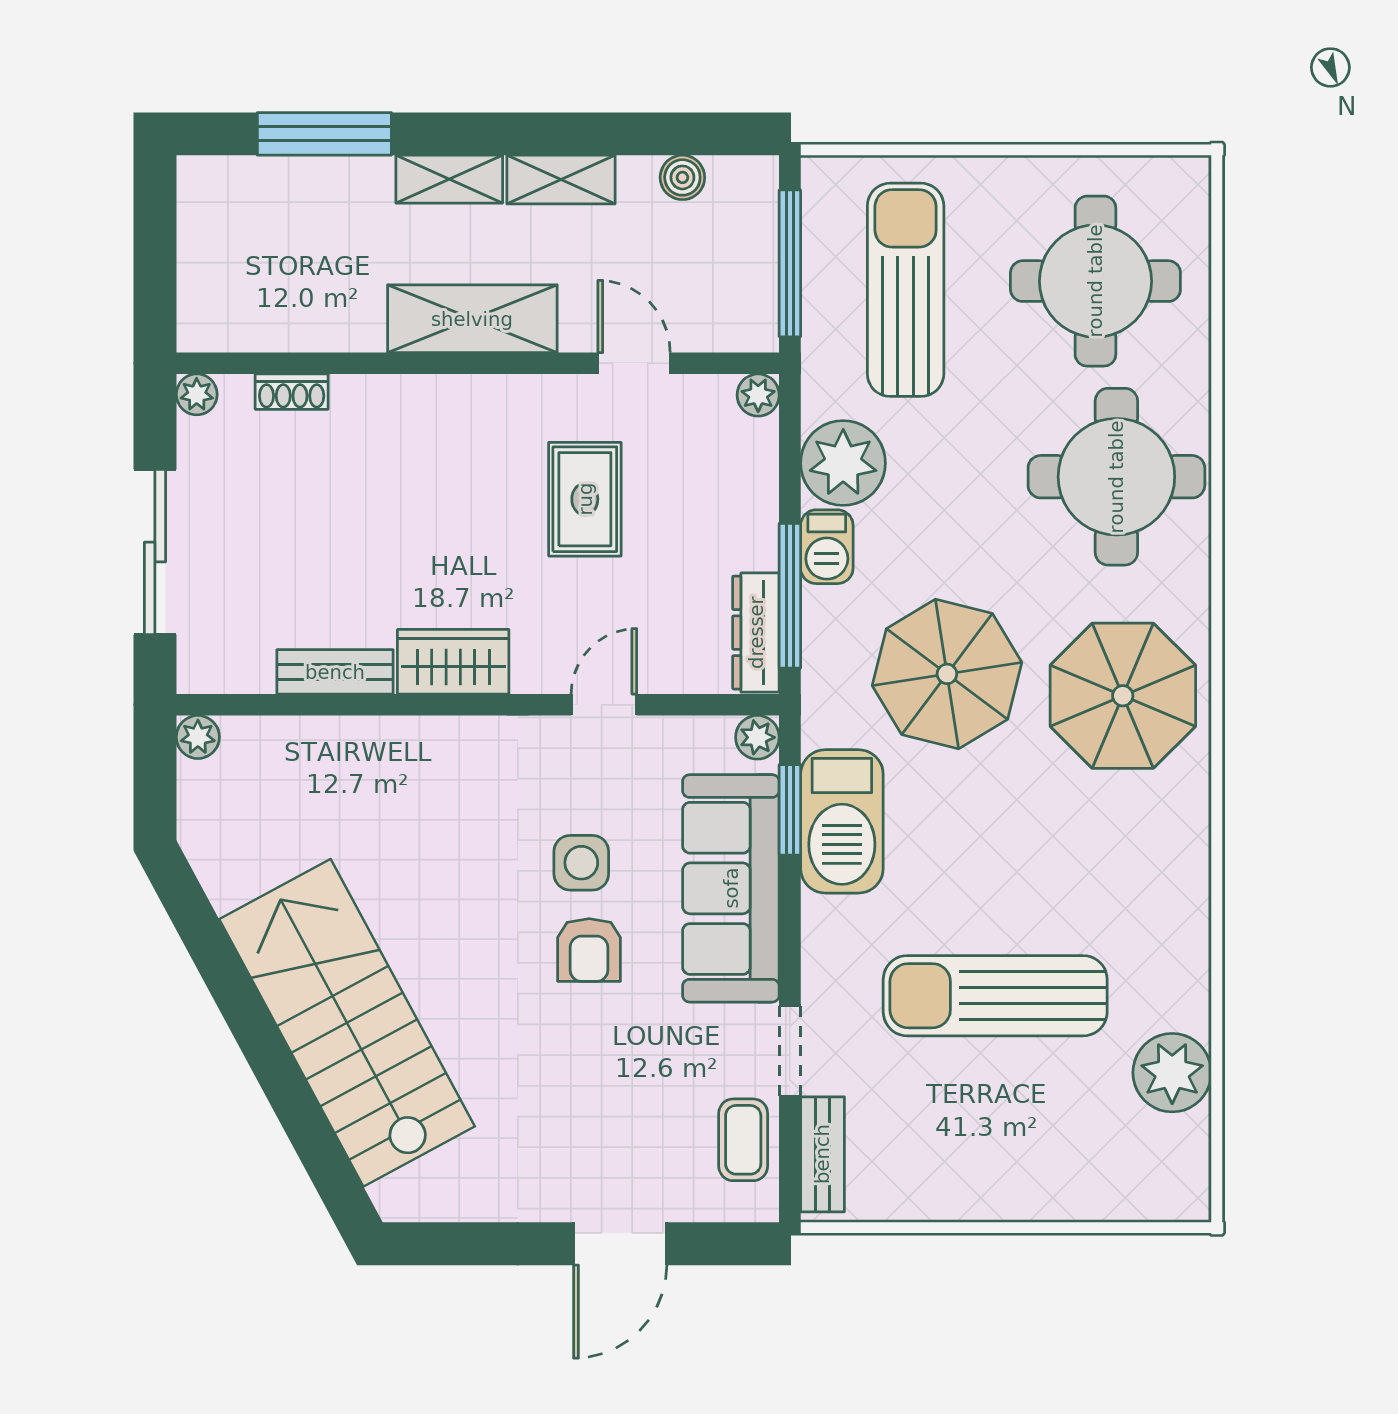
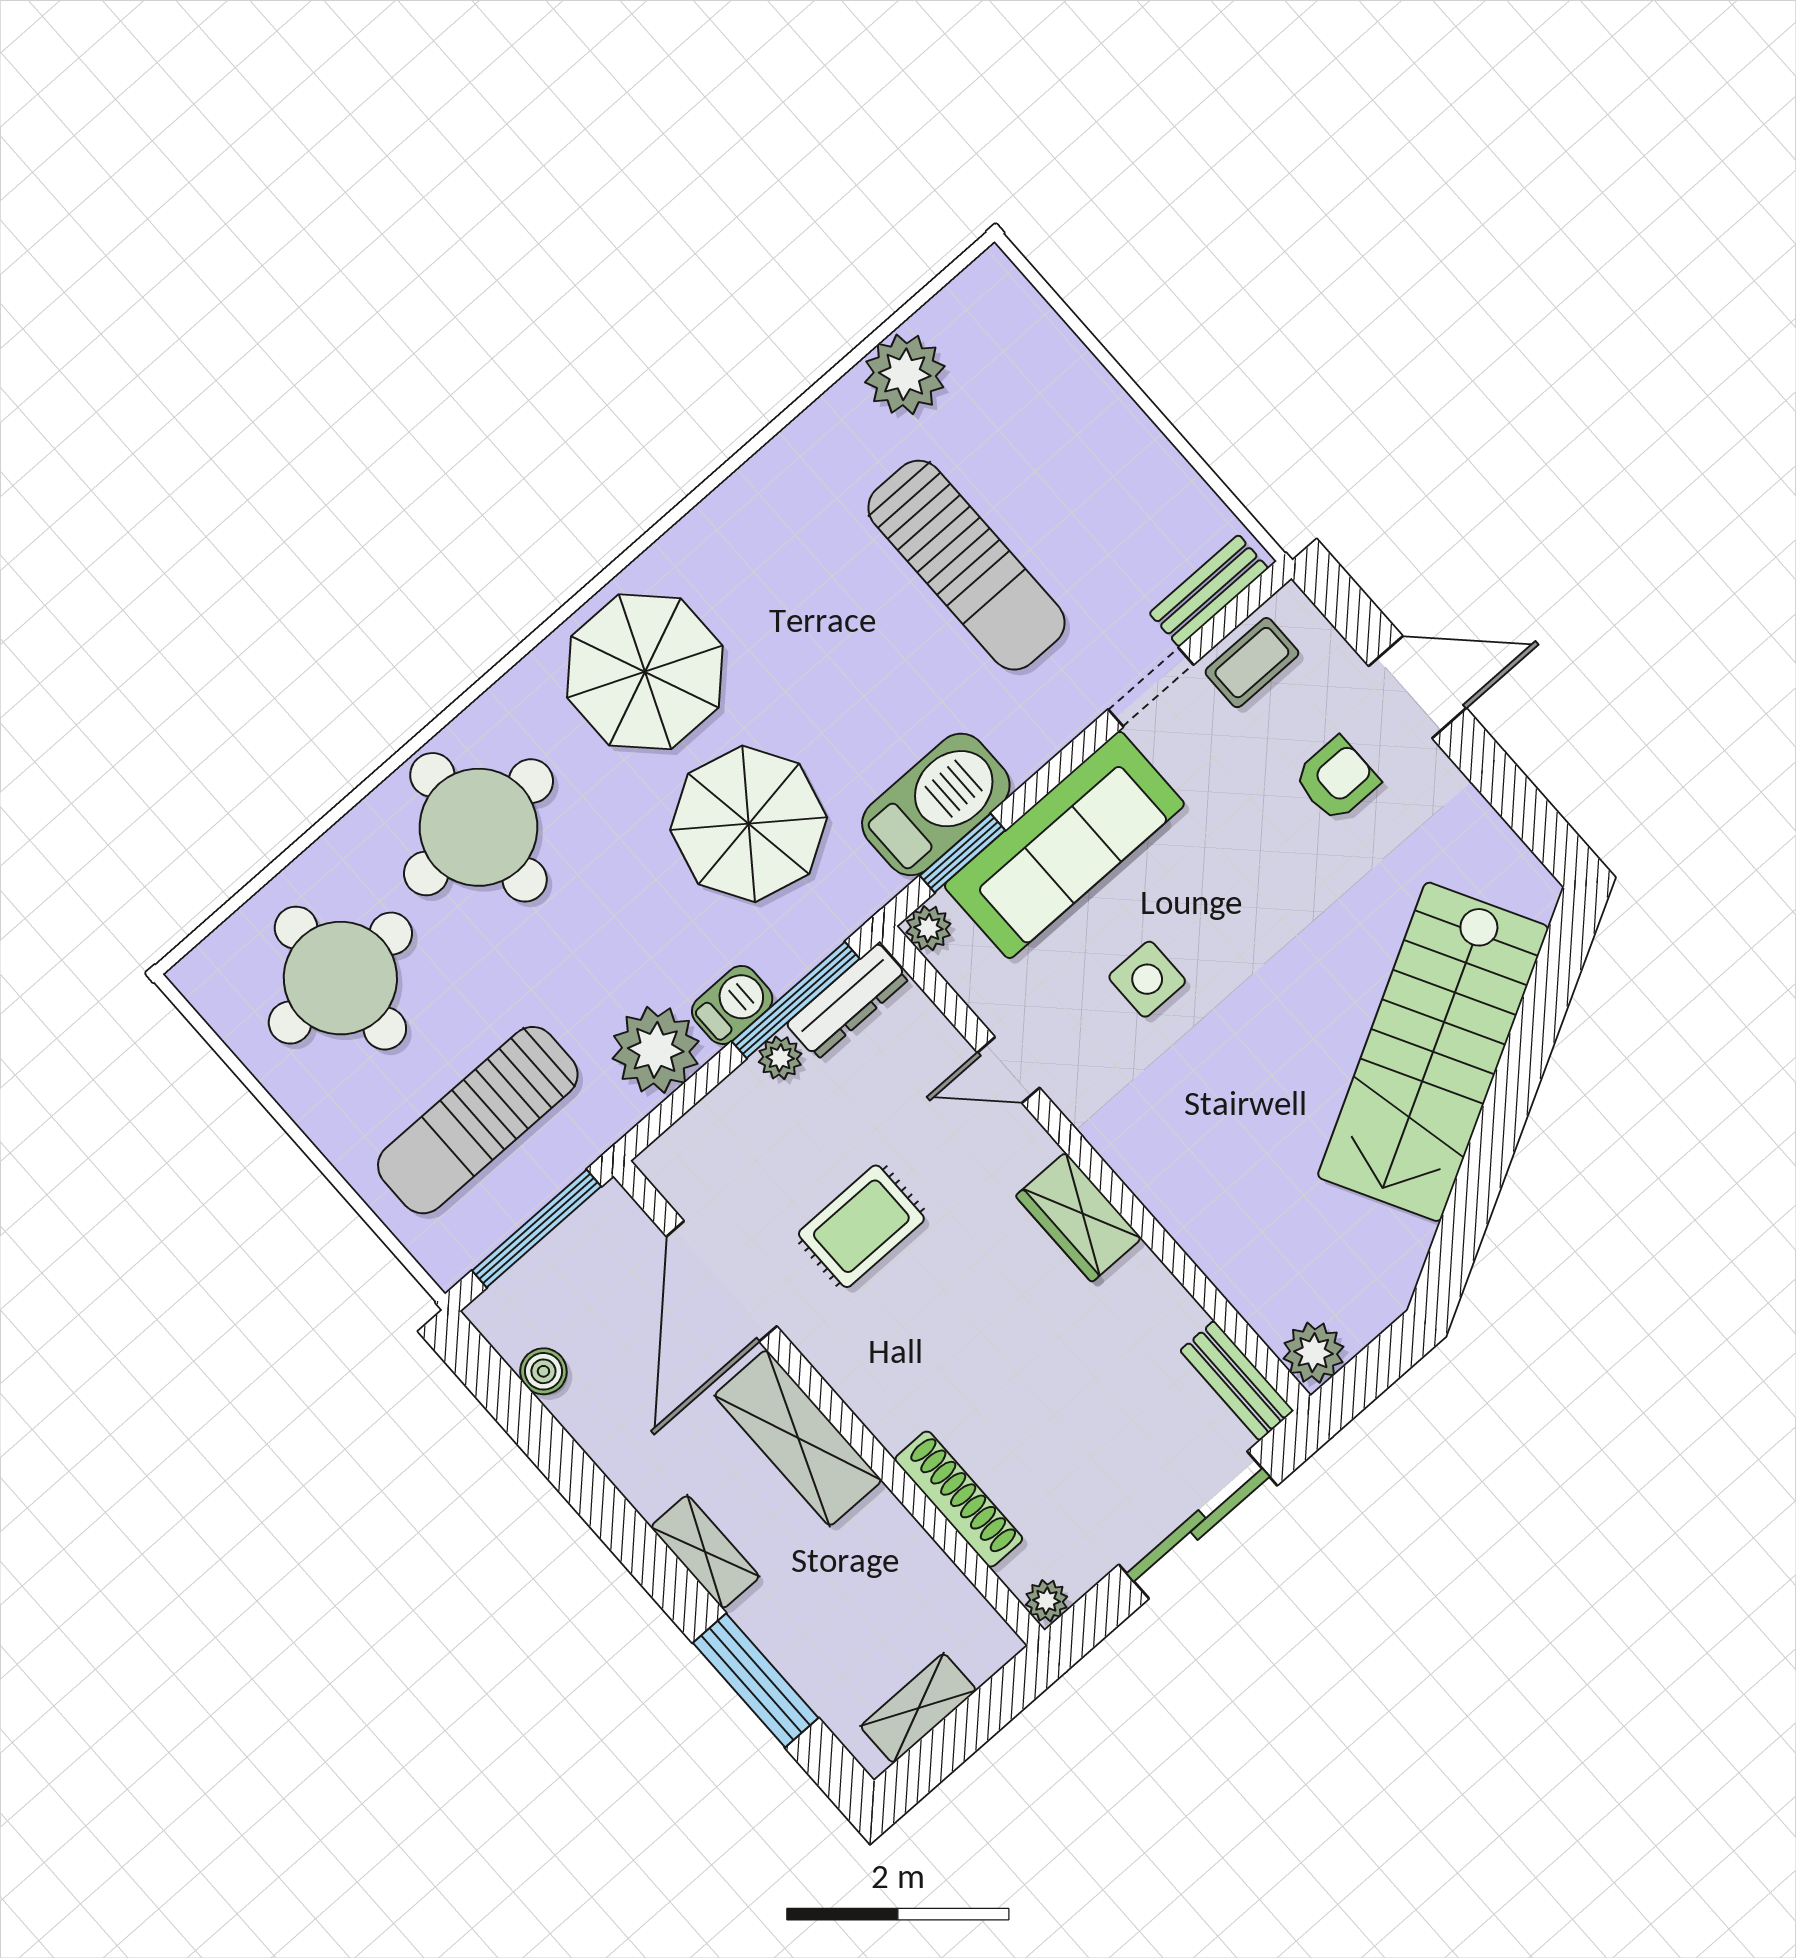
shelving: (561, 180) -> (918, 1708), moved, turned 90
door: (634, 363) -> (722, 1281), width x1.87
shoe rack: (292, 392) -> (959, 1499), width x1.94, depth x1.24
plant: (758, 395) -> (780, 1058), moved
bench: (335, 672) -> (1237, 1381), moved
plant: (198, 737) -> (1313, 1353), width x1.38, depth x1.38
armchair: (589, 950) -> (1337, 779), moved

